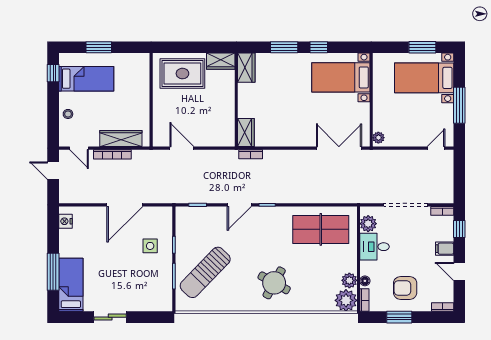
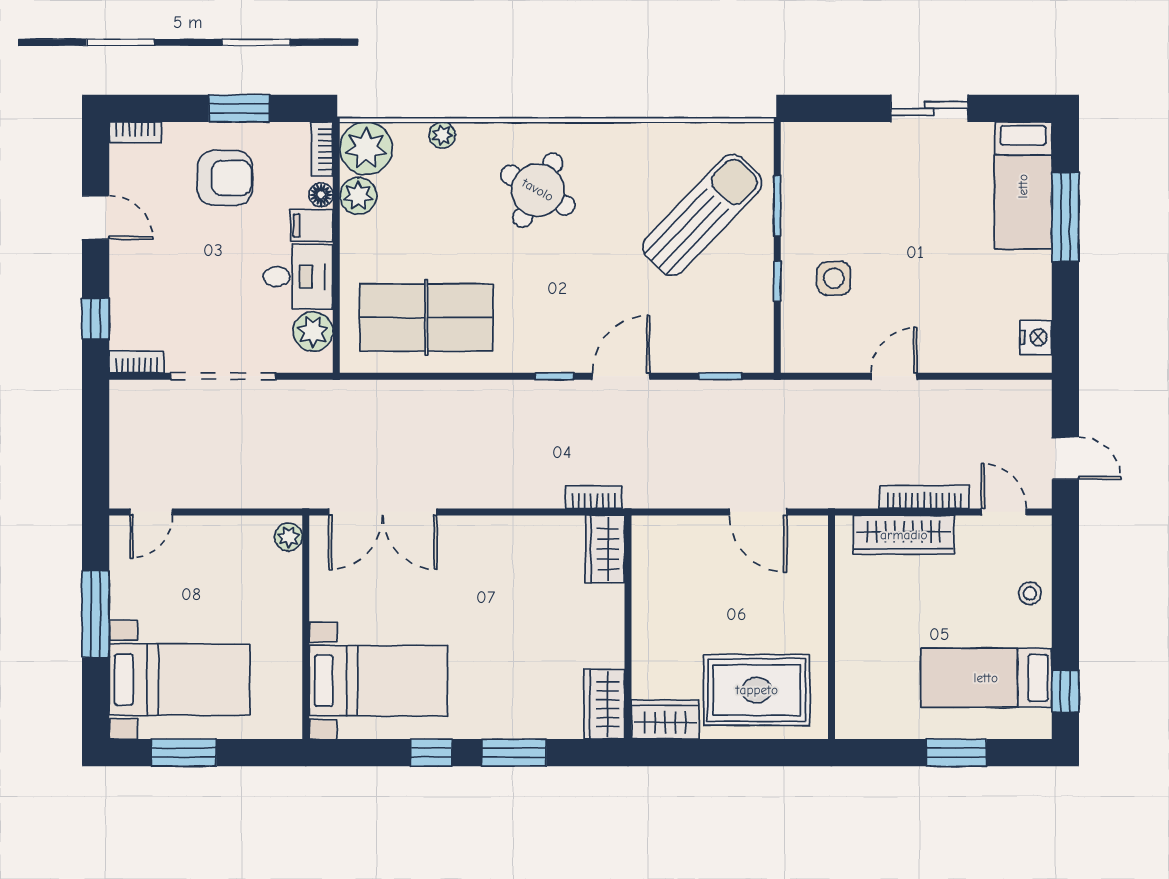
door: (125, 205) -> (894, 376), width x0.53
filing cabinet: (445, 249) -> (312, 226), moved, turned 180
plant: (314, 306) -> (442, 135), added

